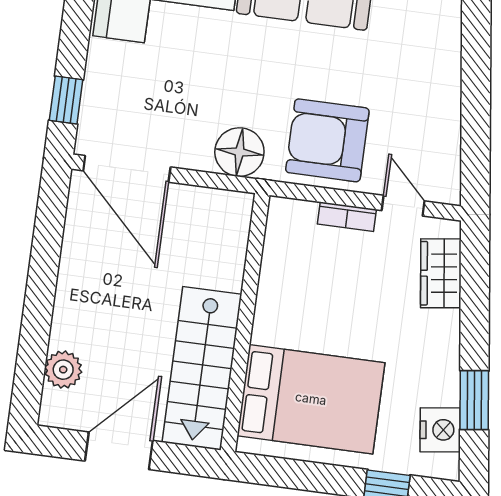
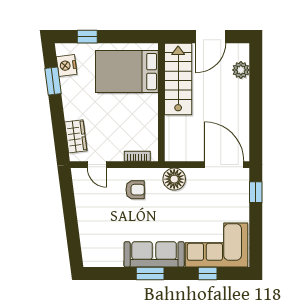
armchair: (327, 140) -> (135, 190), width x0.53, depth x0.53
bookcase: (347, 217) -> (137, 156), moved

